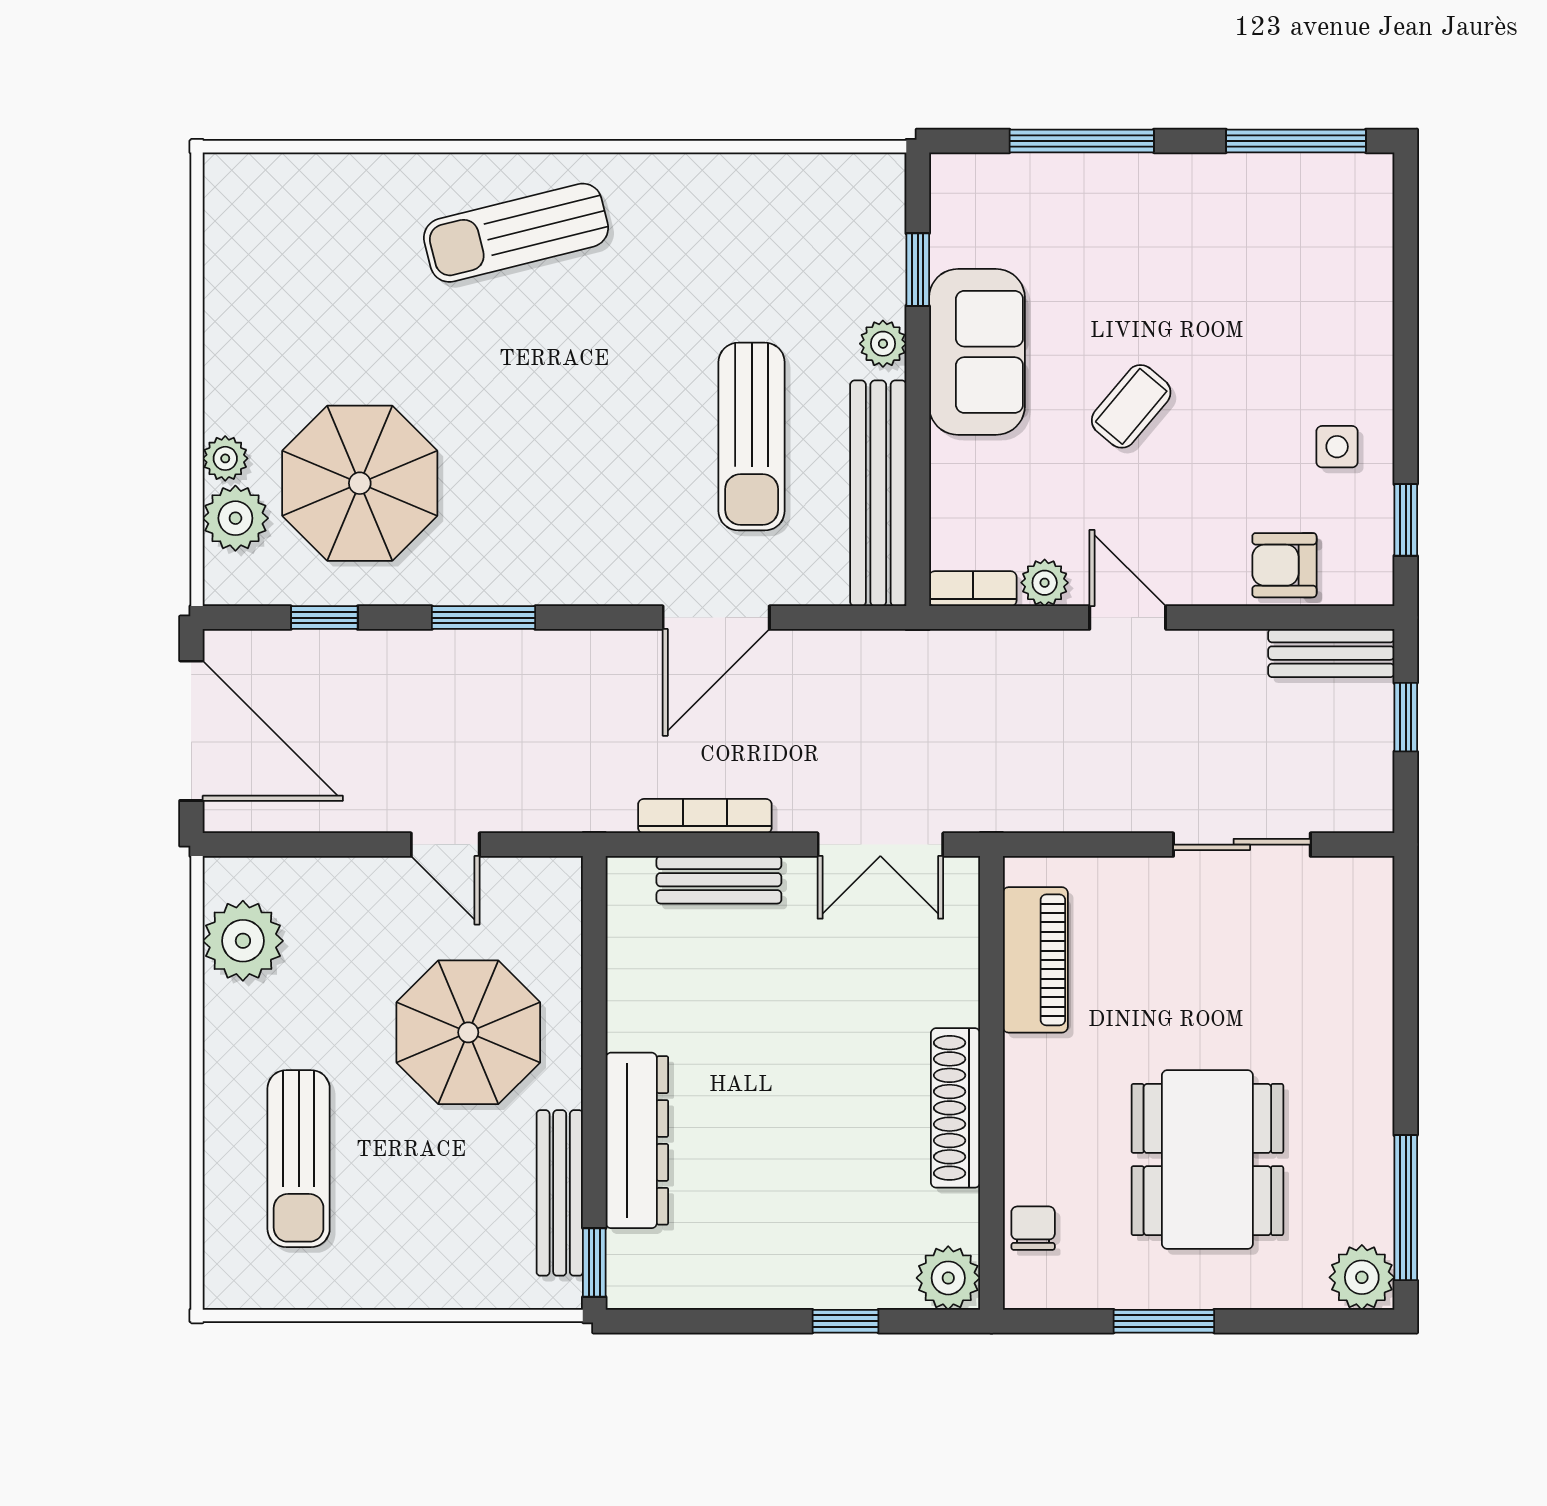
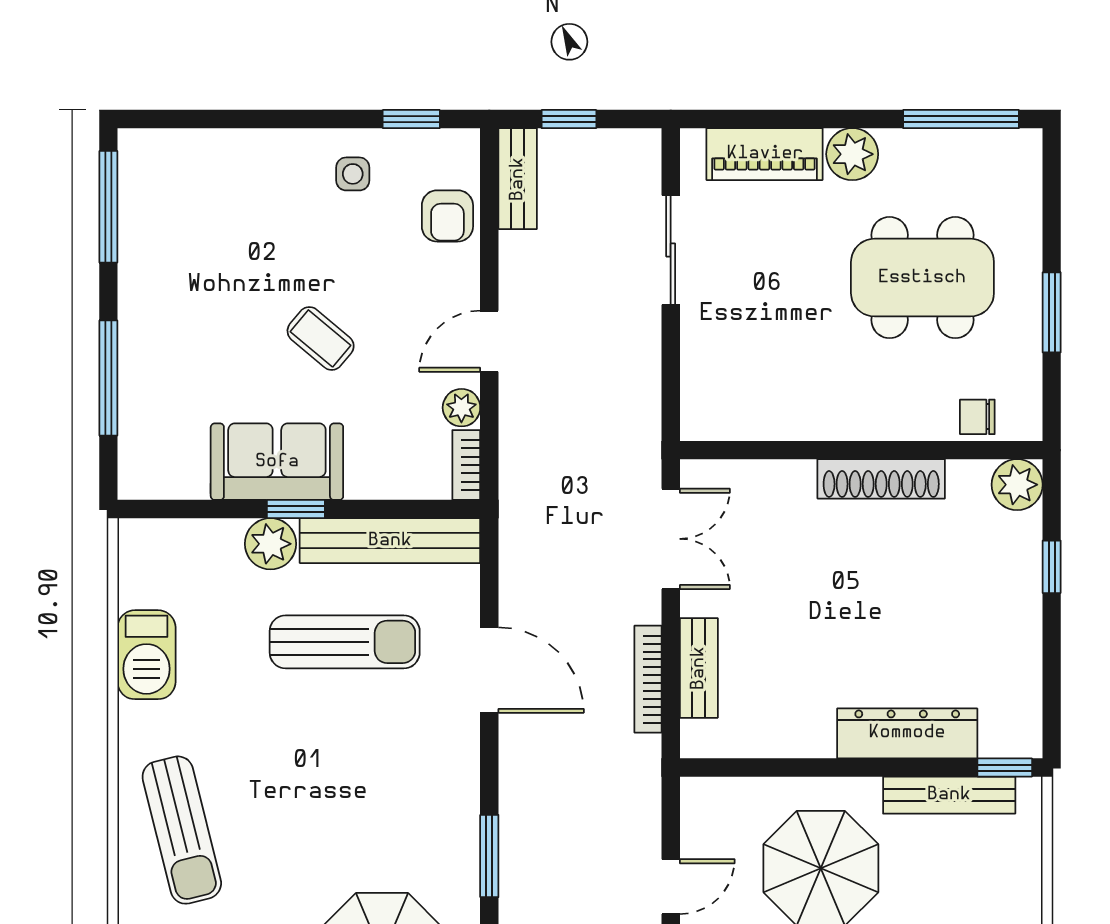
barbecue: (735, 189) -> (146, 655), added
window: (918, 270) -> (296, 509), moved
plant: (883, 344) -> (270, 544), width x1.38, depth x1.38
piano: (1035, 960) -> (765, 154), moved, turned 180
plant: (1362, 1277) -> (852, 154), moved

